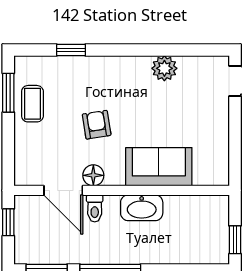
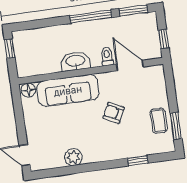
armchair: (97, 125) -> (114, 113), turned 126
sofa: (159, 167) -> (68, 90), width x1.36
floor lamp: (93, 175) -> (28, 90), moved

